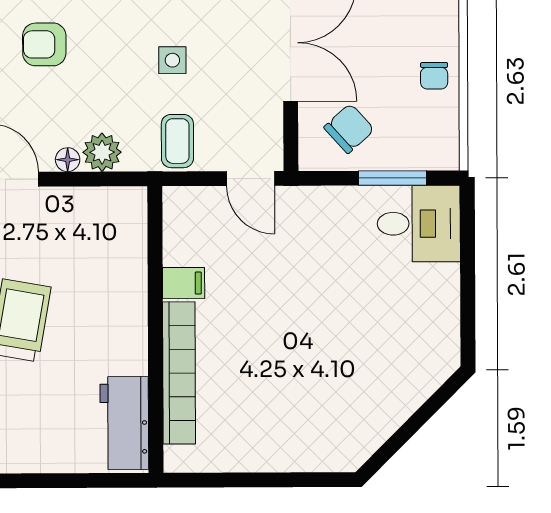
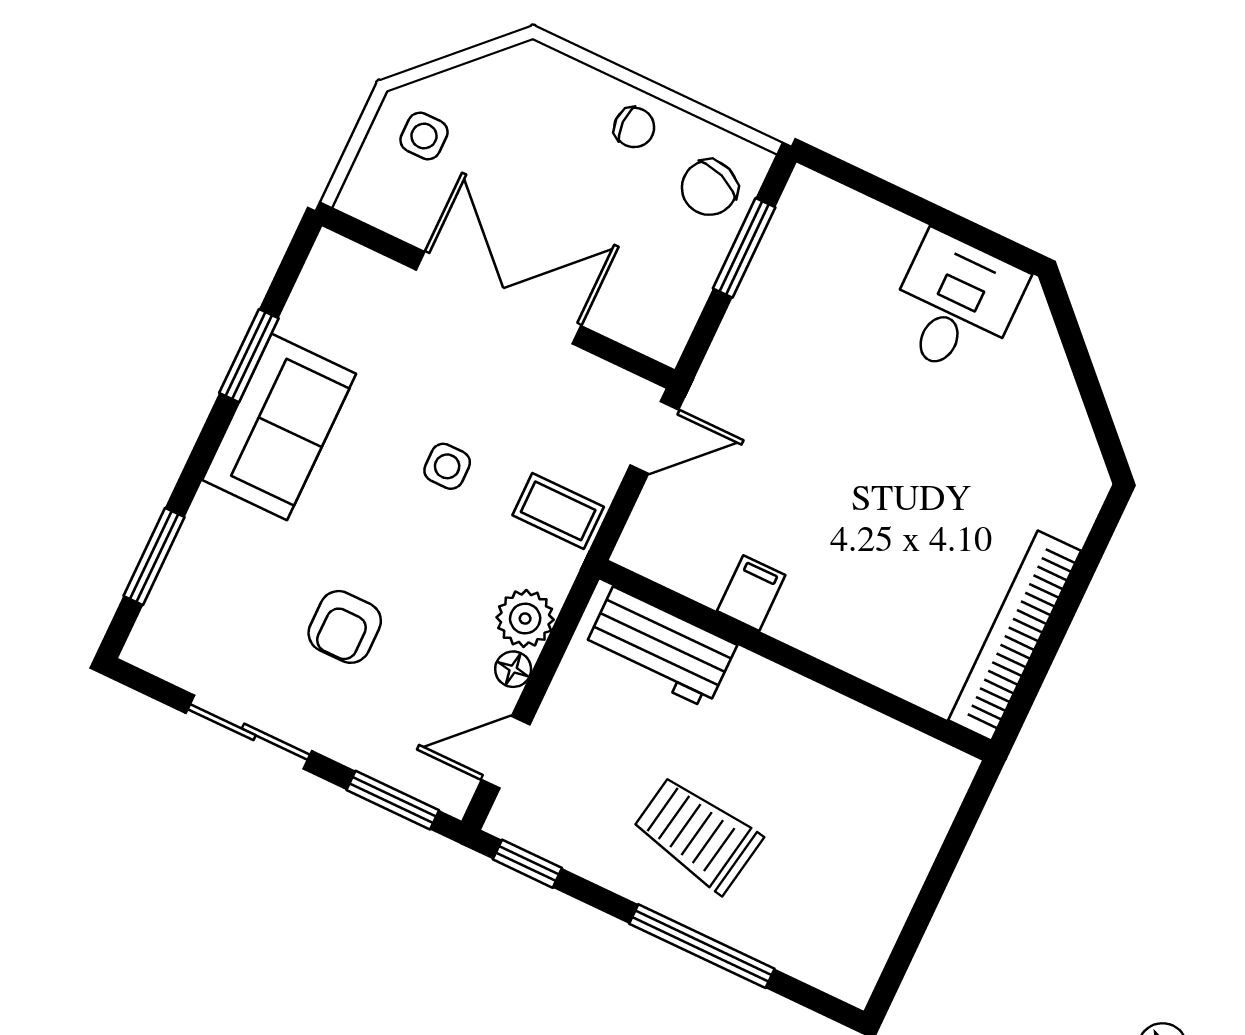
chair: (349, 129) -> (709, 188), moved, turned -117
desk: (419, 224) -> (955, 305), moved
bookcase: (179, 373) -> (1015, 636), moved, turned -90
workbench: (124, 423) -> (660, 648), moved

